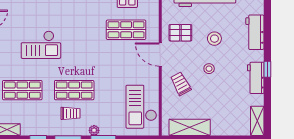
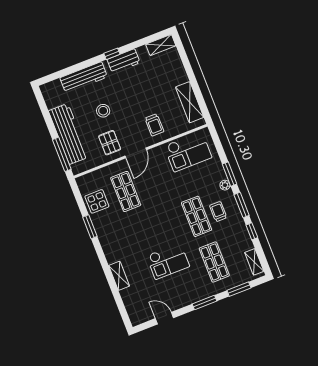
workbench: (255, 32) -> (84, 77), width x1.38
checkout: (41, 45) -> (168, 261), turned 90
stool: (209, 69) -> (131, 105), removed
trolley: (181, 84) -> (154, 125), turned -62

